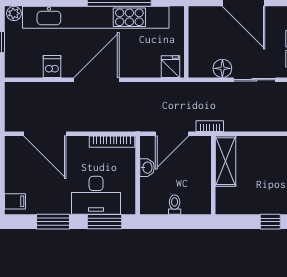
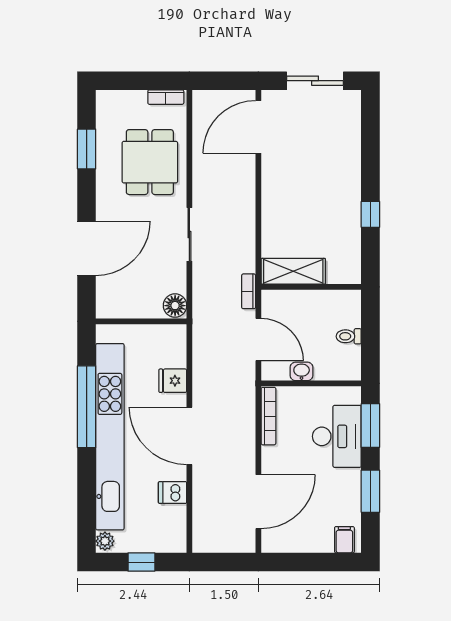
fridge: (171, 67) -> (173, 381), moved
floor lamp: (222, 68) -> (175, 306), moved

